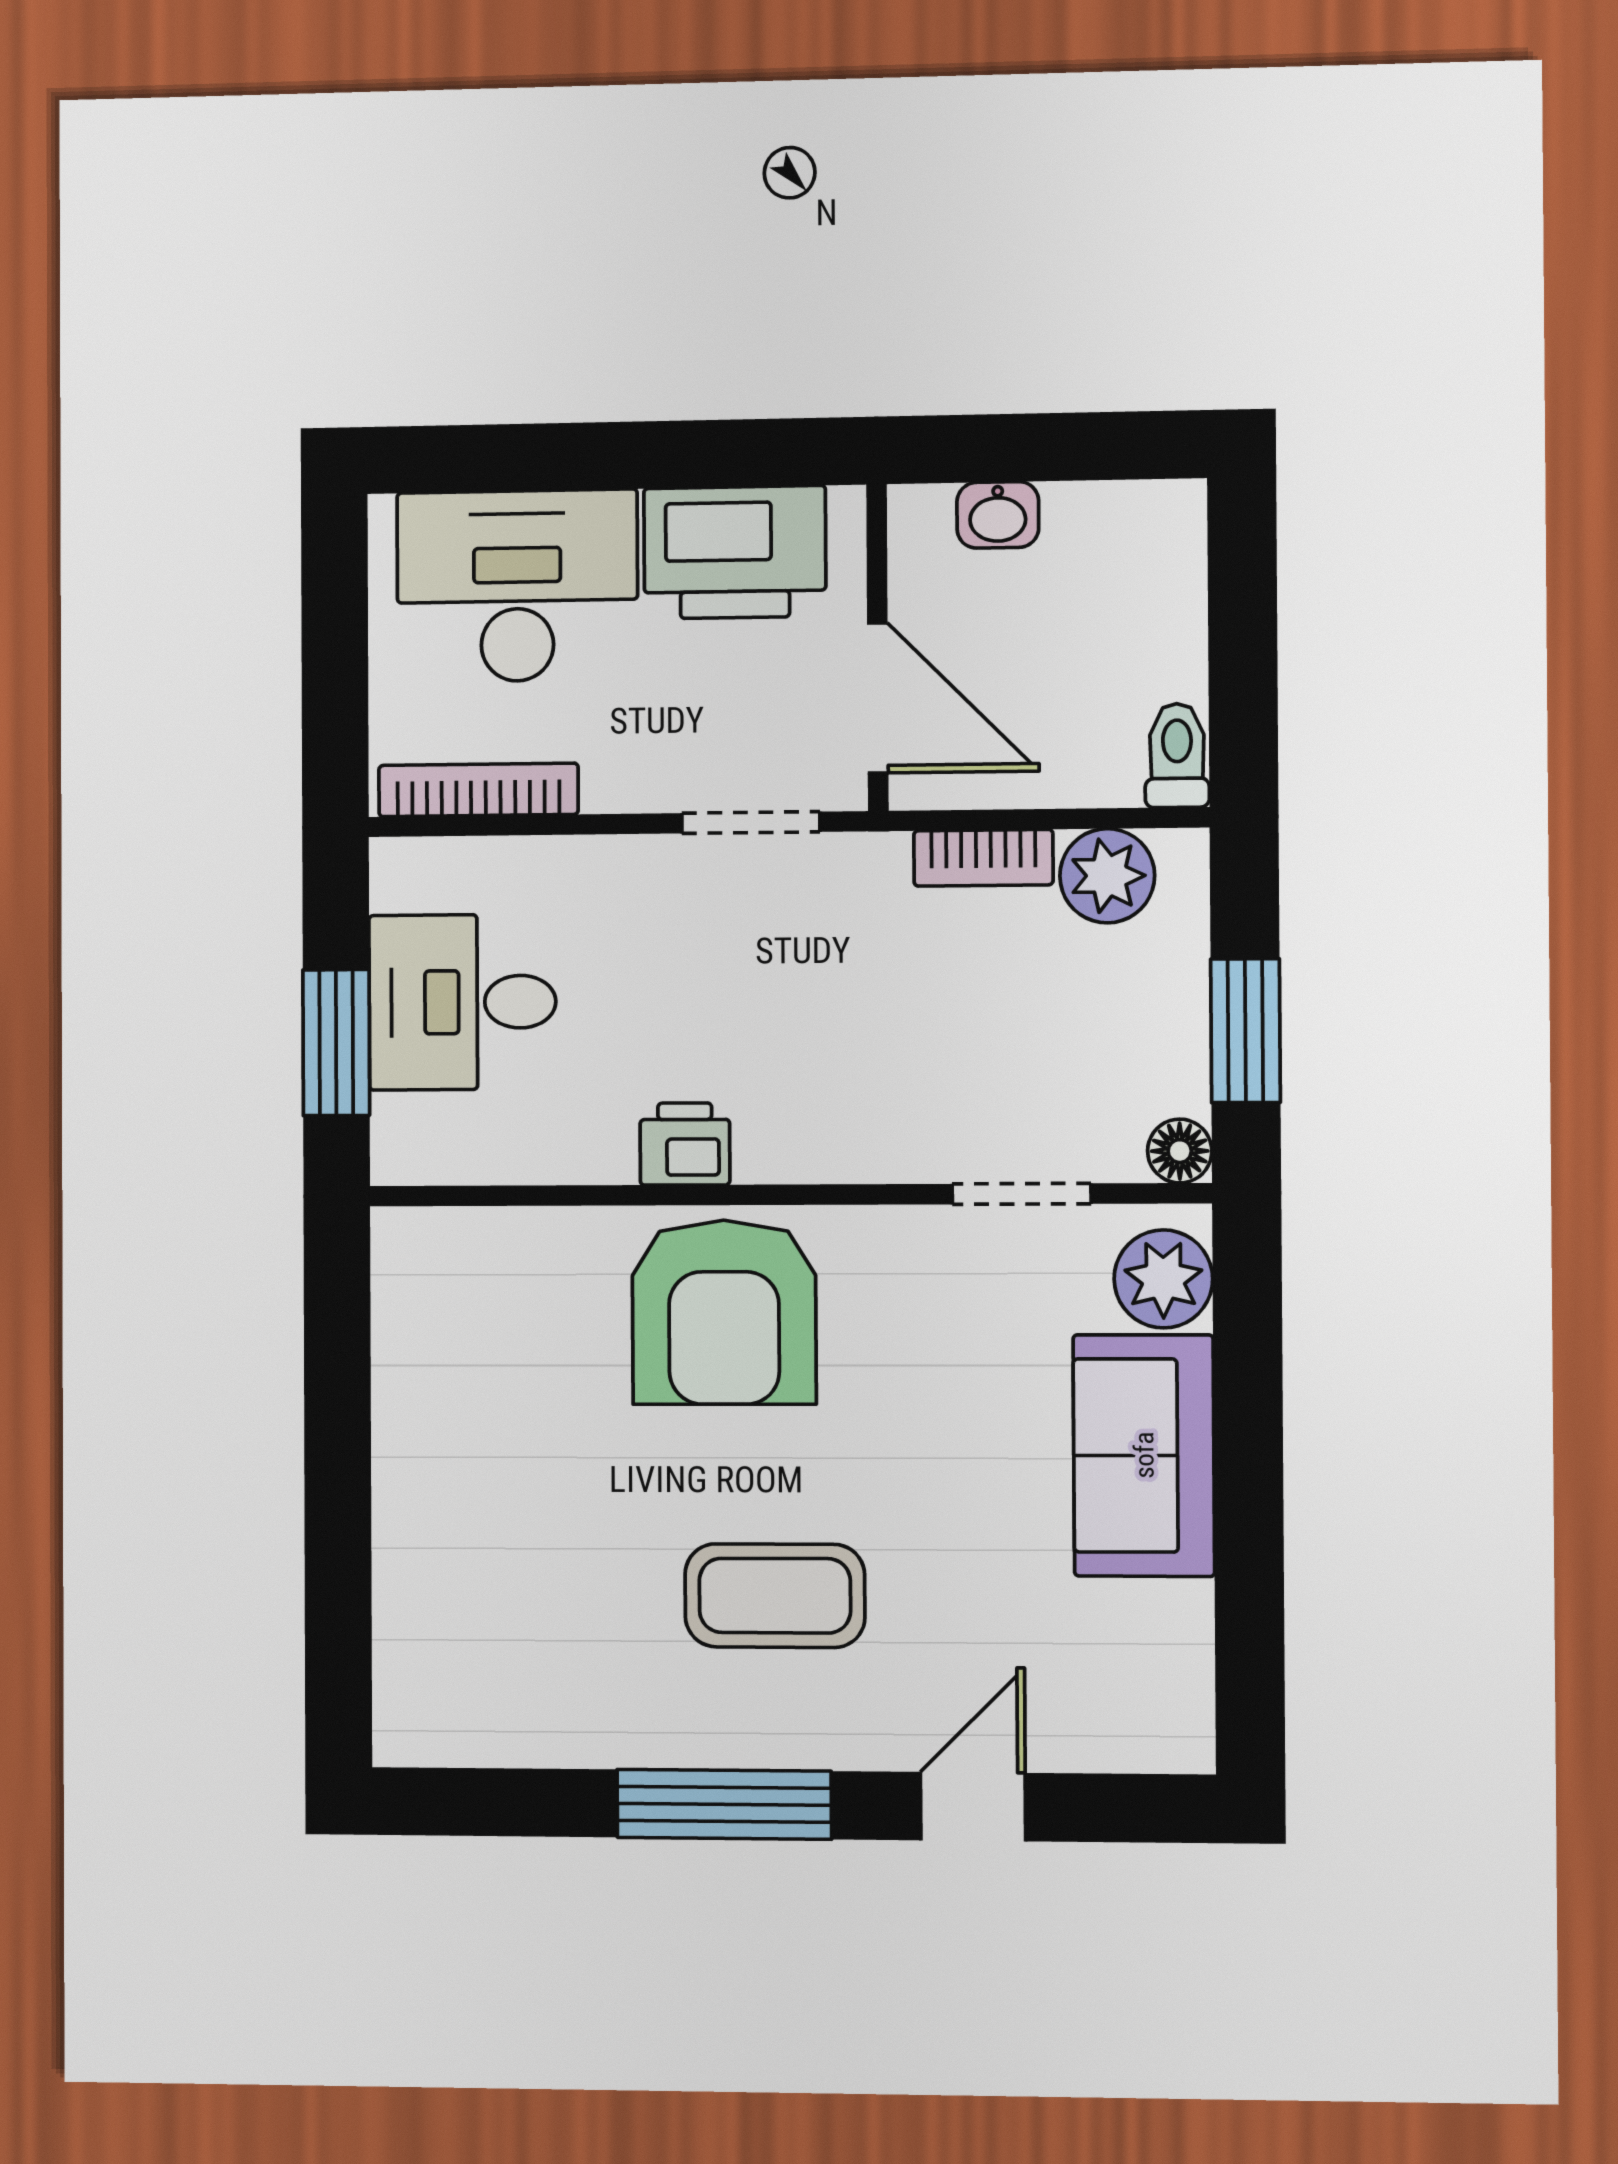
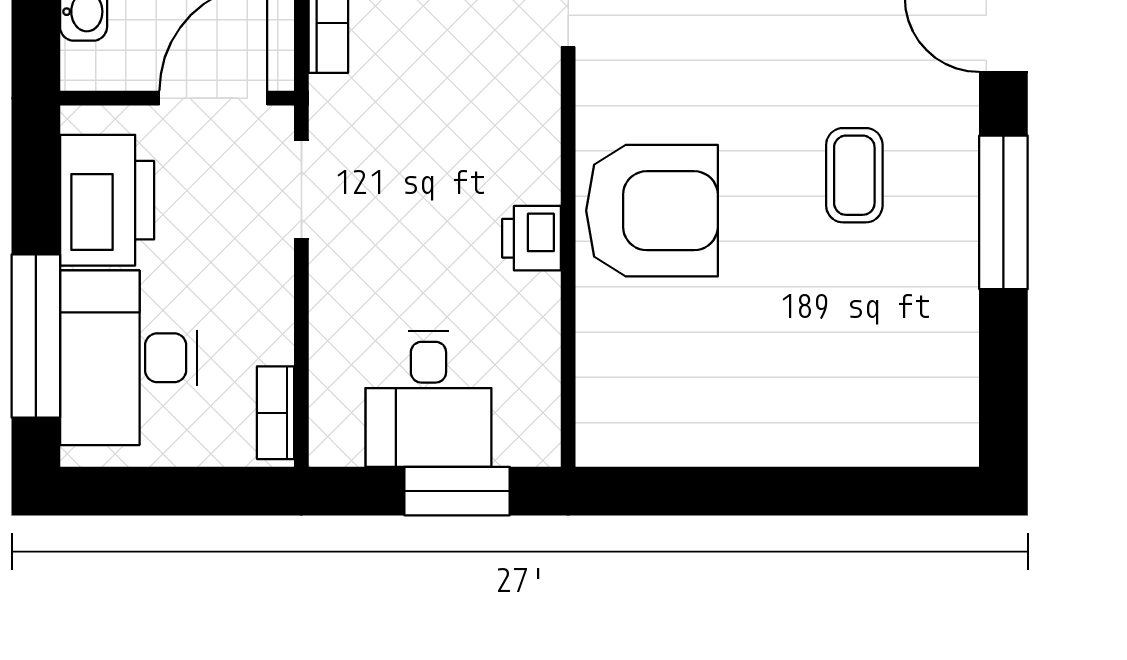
window: (547, 457) -> (36, 336), added
bookcase: (478, 790) -> (276, 413), width x0.64
coffee table: (775, 1596) -> (854, 175), width x0.73, depth x0.77

